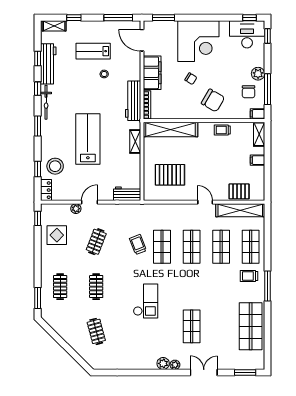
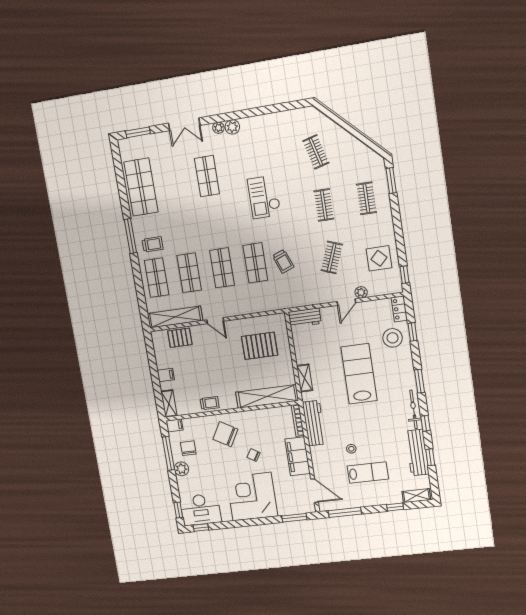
lab bench: (88, 139) -> (359, 374), turned 180

